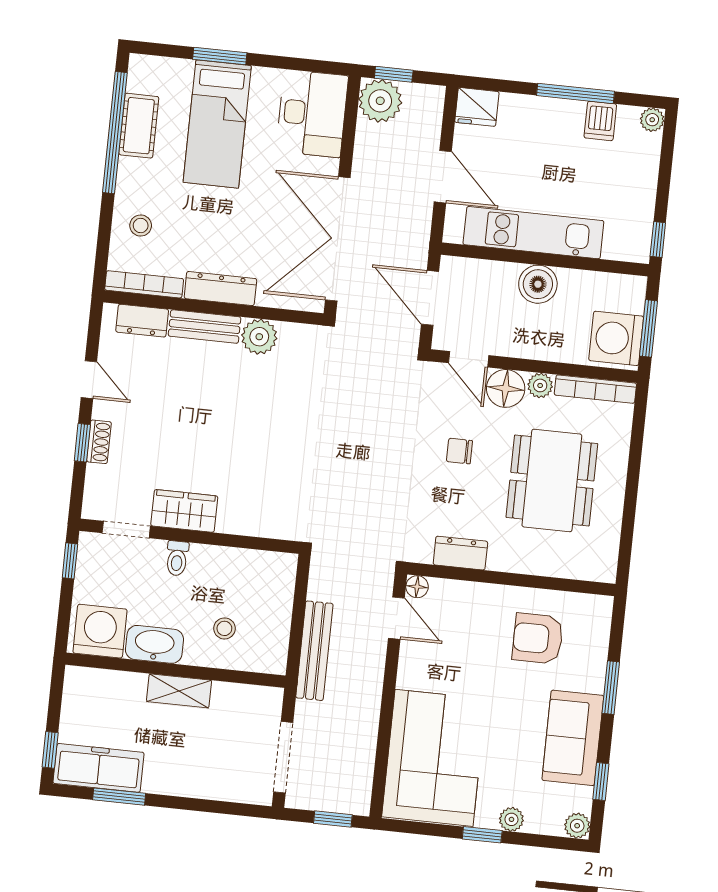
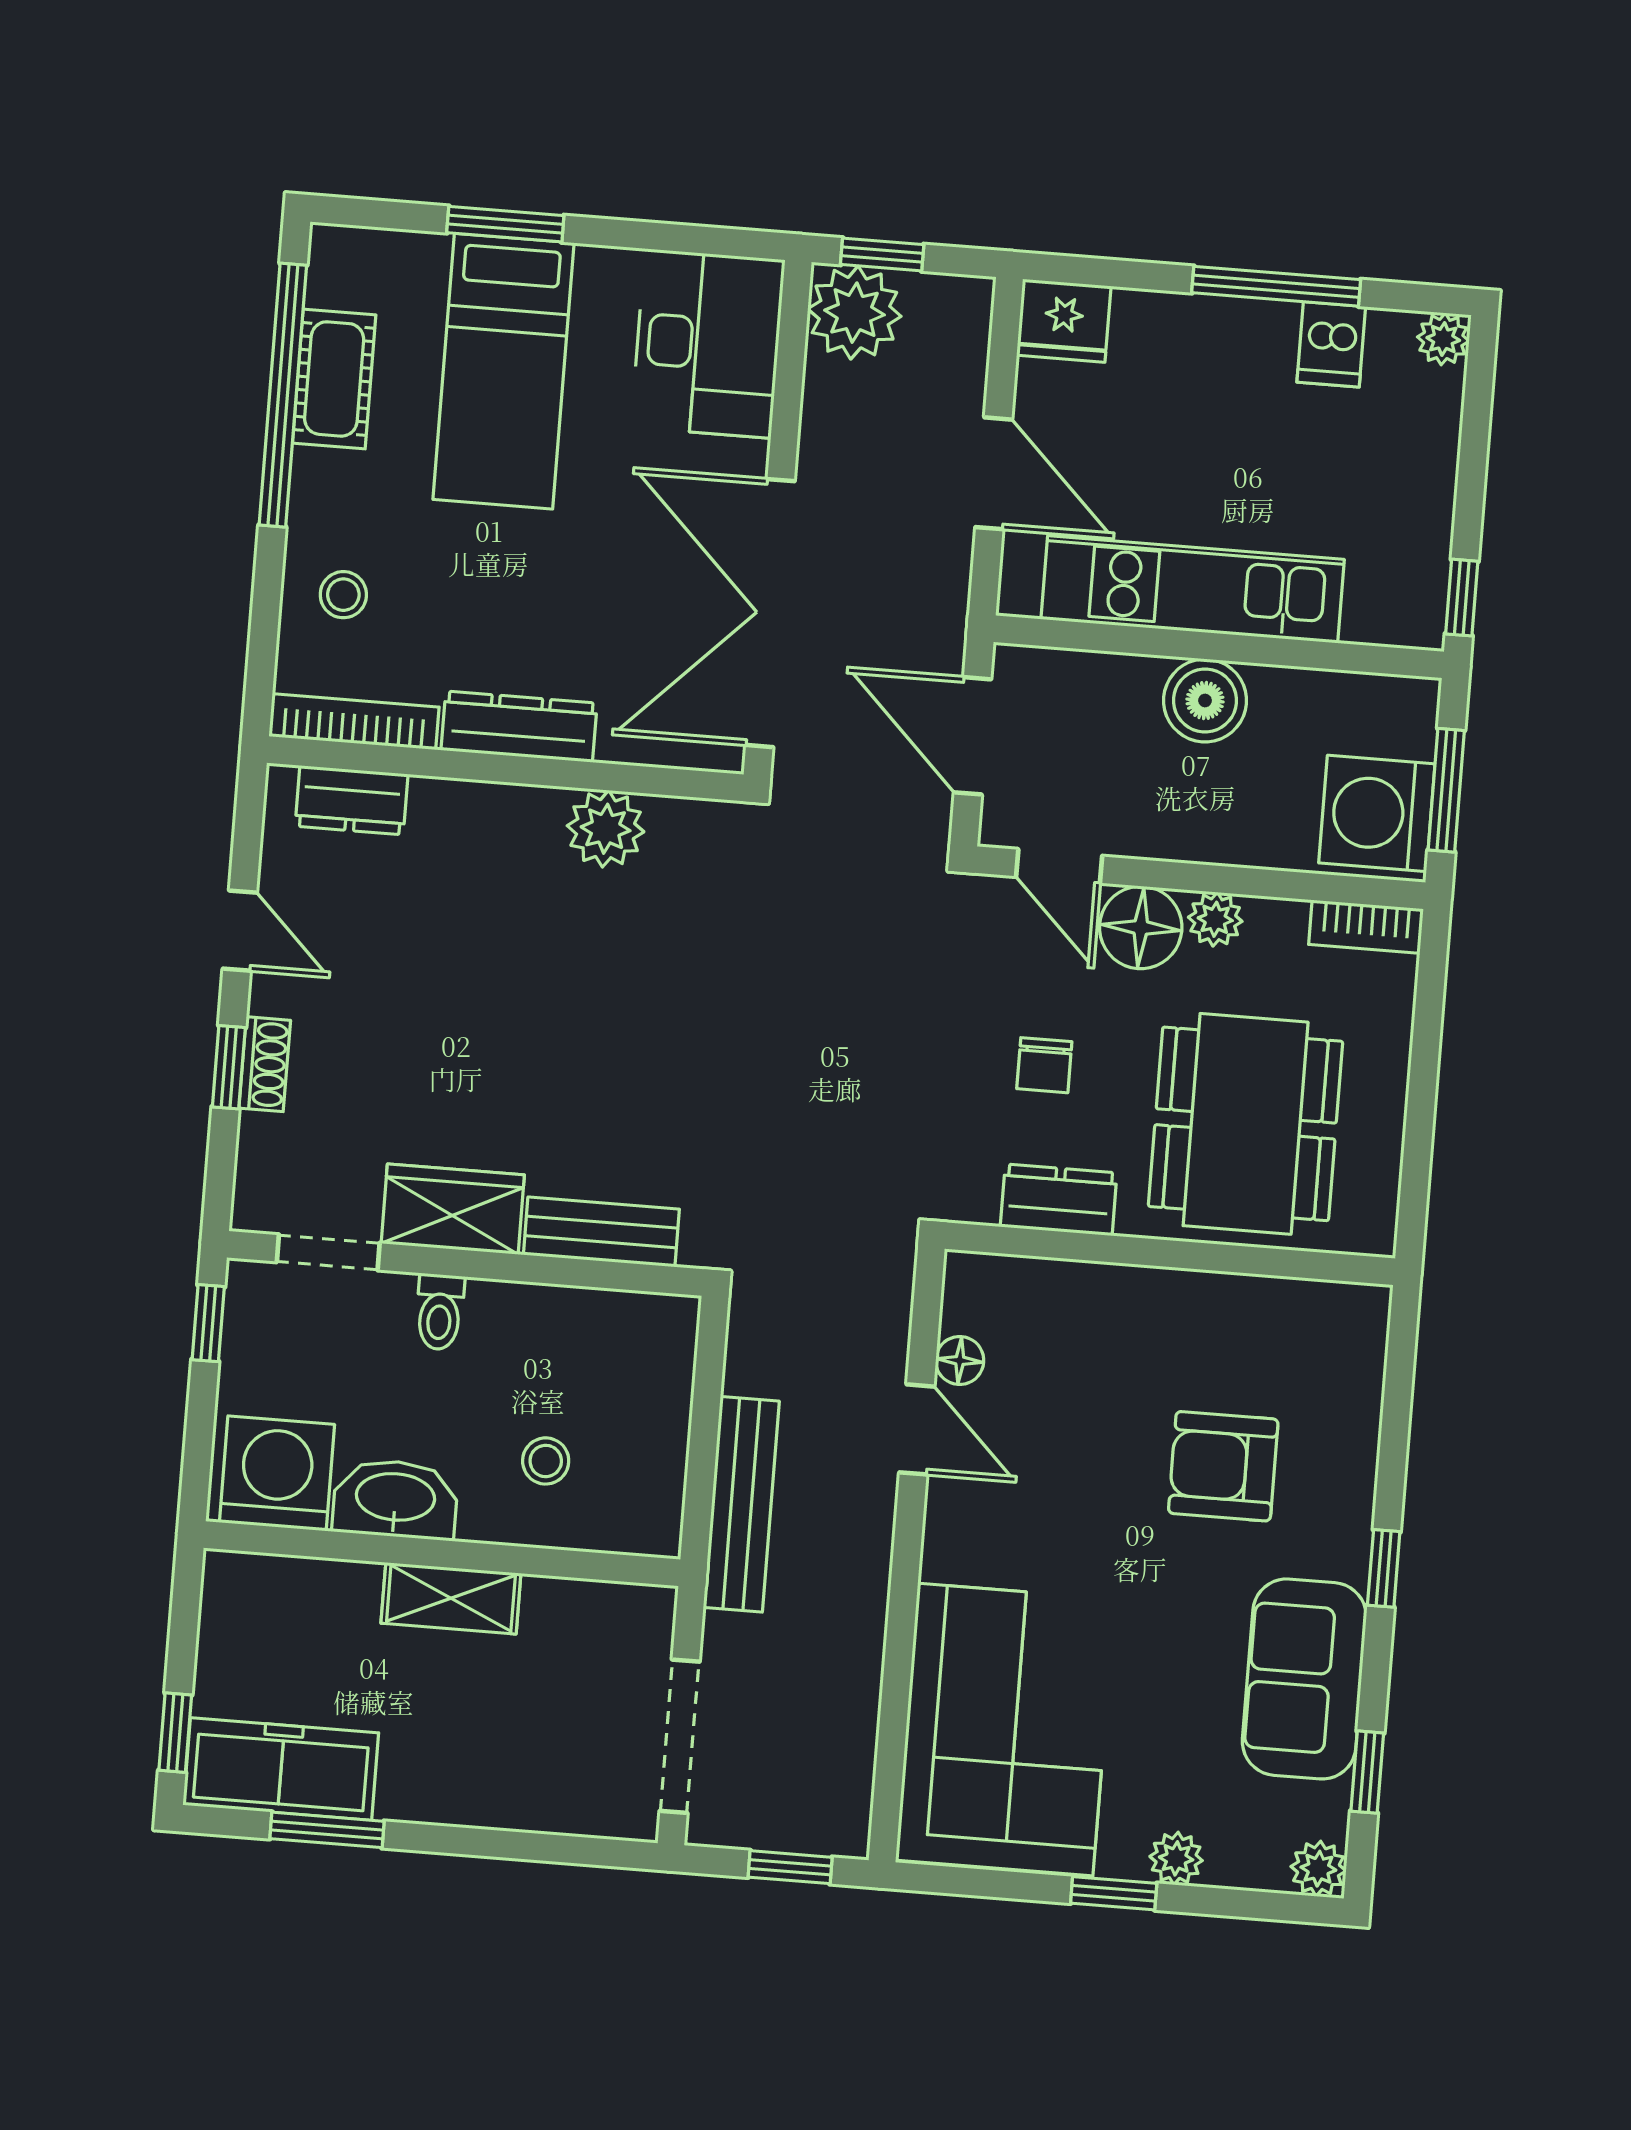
bench: (205, 327) -> (601, 1232), moved
bookcase: (595, 389) -> (1366, 927), width x0.64
chair: (459, 451) -> (1044, 1065), turned -90
dresser: (460, 553) -> (1059, 1200), moved
wall: (511, 579) -> (1170, 1254), moved
window: (611, 688) -> (1384, 1568), width x0.67

